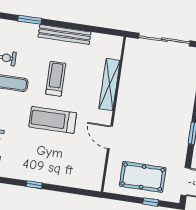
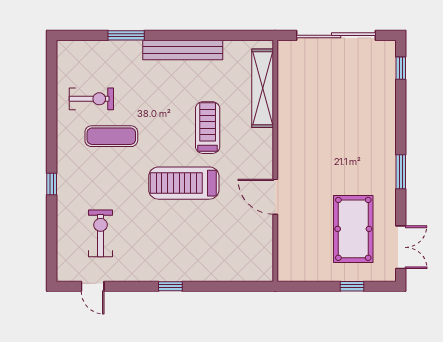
treadmill: (56, 79) -> (208, 128), moved
shelving: (109, 85) -> (263, 88), moved
pool table: (143, 177) -> (353, 229), moved, turned 90

